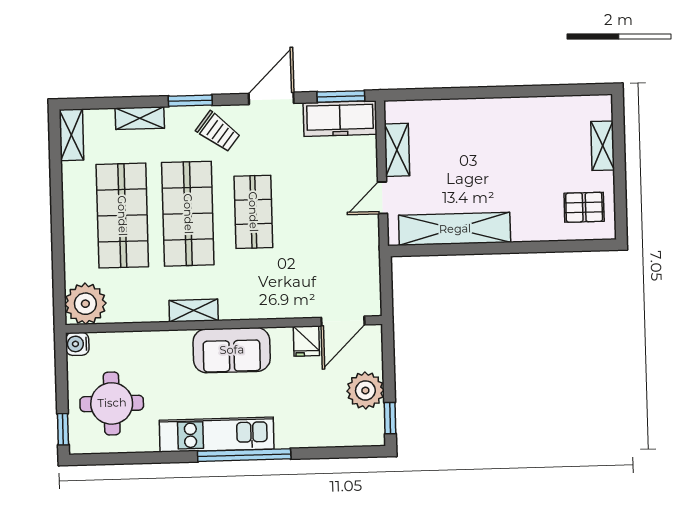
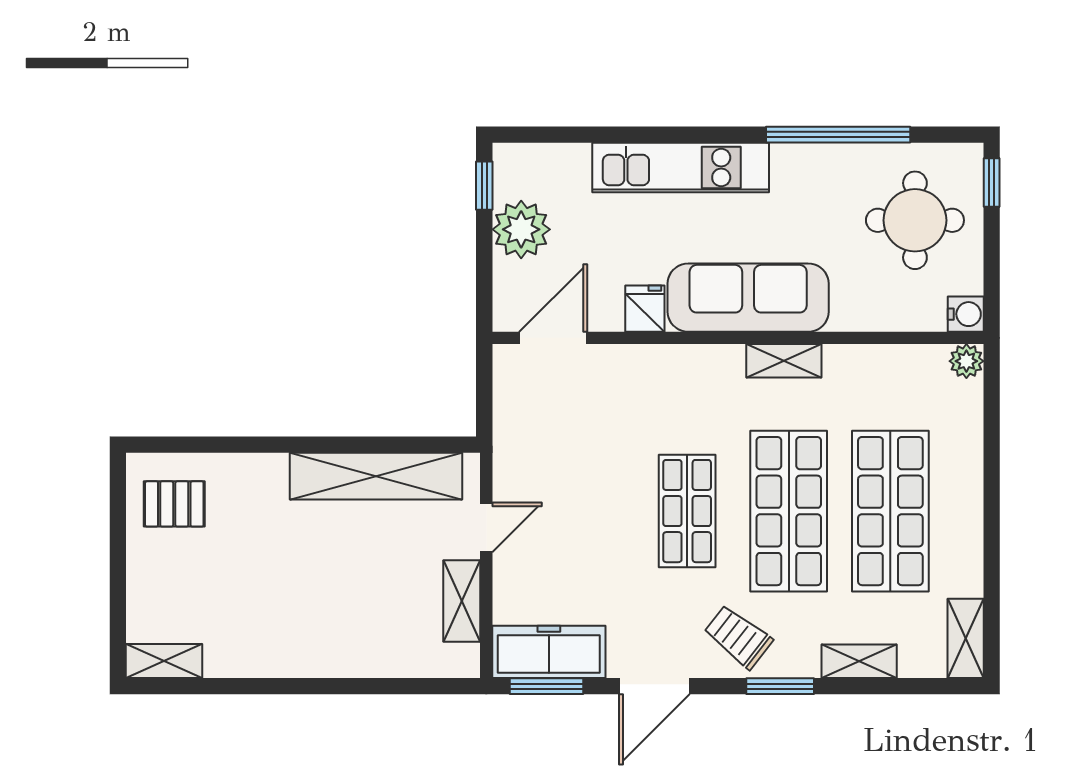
shelving: (603, 146) -> (164, 661), moved, turned 90
plant: (85, 304) -> (966, 361), width x0.53, depth x0.53
fridge: (306, 341) -> (645, 309), moved
sofa: (232, 350) -> (748, 298), width x1.36
kitchen unit: (217, 435) -> (681, 167), moved
window: (244, 455) -> (838, 135), moved

